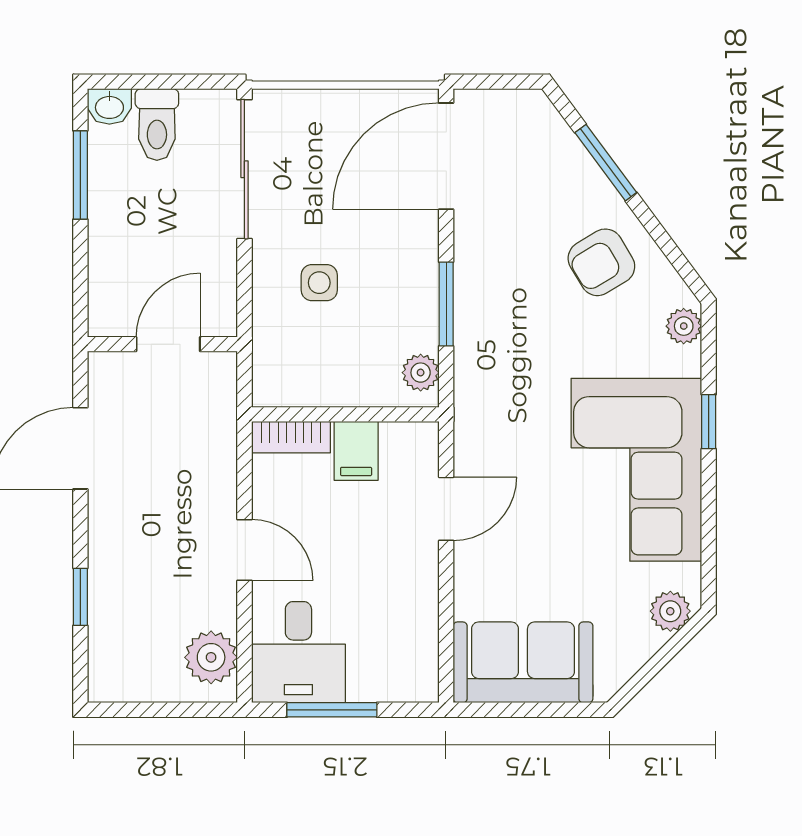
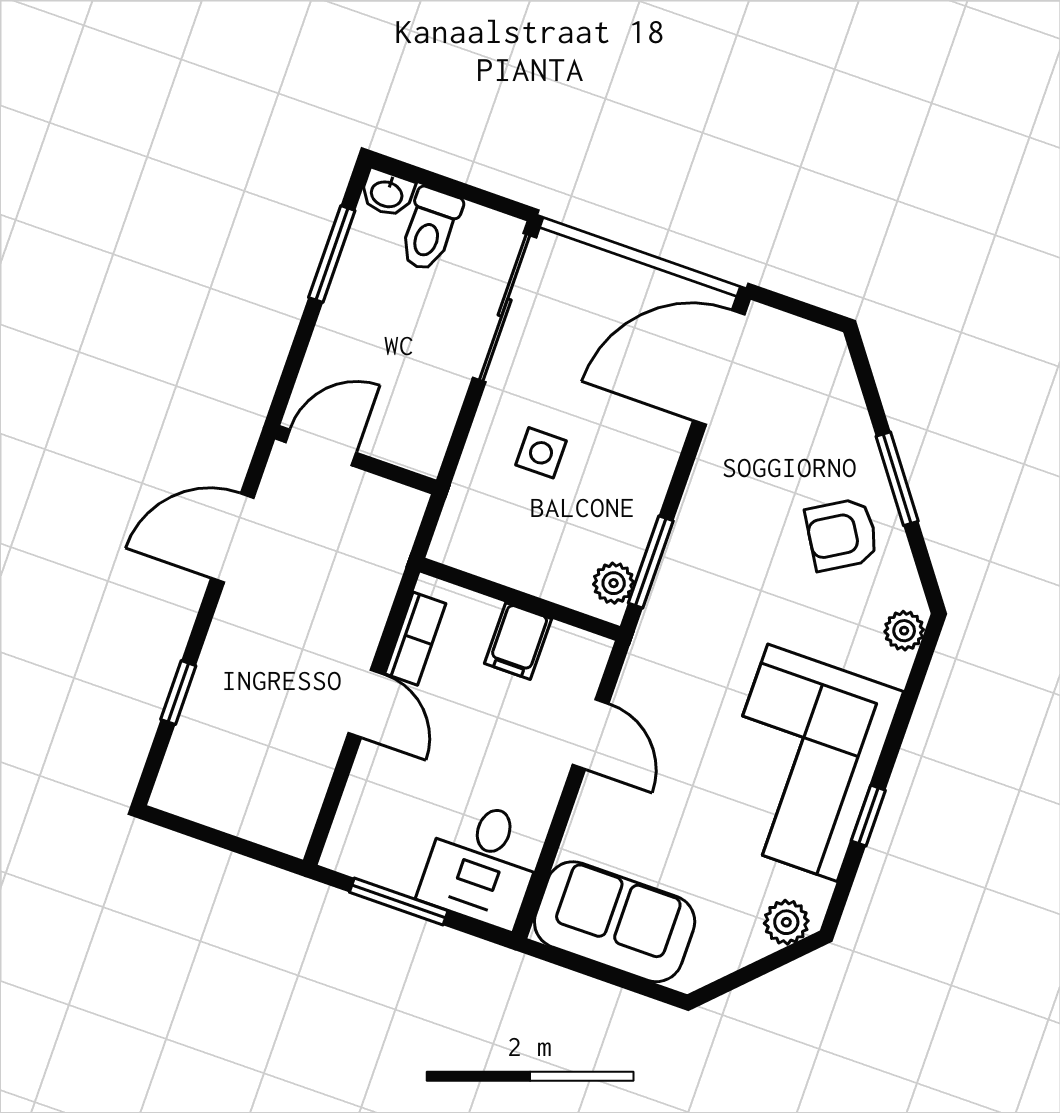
window: (606, 163) -> (897, 479), moved
window: (446, 304) -> (651, 562), moved
door: (168, 344) -> (321, 448), moved
window: (709, 422) -> (868, 816), moved
bookcase: (291, 437) -> (415, 639), moved, turned -90
door: (446, 509) -> (590, 734), hinge flipped
desk: (298, 652) -> (482, 864), moved
plant: (211, 657) -> (292, 803), removed

